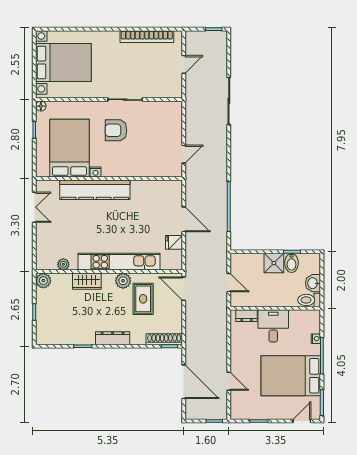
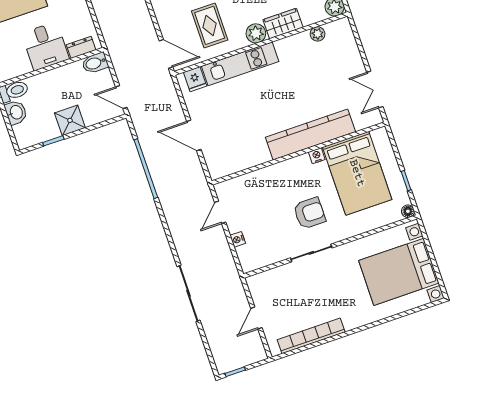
nightstand: (177, 129) -> (238, 239), added
fridge: (174, 242) -> (195, 79), moved, turned 90
kitchen unit: (119, 262) -> (240, 64), width x0.73
bidet: (292, 263) -> (95, 63), moved, turned -90
plant: (123, 281) -> (256, 33), moved
door: (229, 283) -> (121, 97), moved

